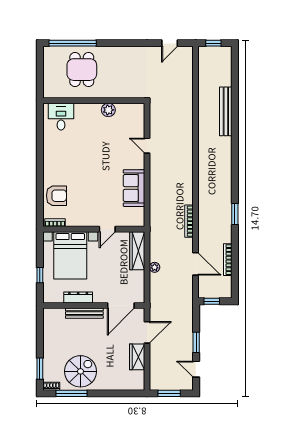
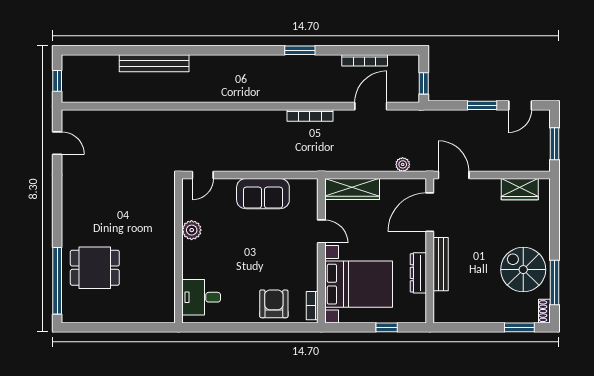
wall: (94, 101) -> (178, 251), moved
plant: (108, 110) -> (192, 230), moved
desk: (61, 117) -> (201, 297), moved
plant: (155, 267) -> (403, 164), moved
door: (121, 306) -> (430, 212), swing flipped
door: (147, 332) -> (454, 175), moved
wardrobe: (137, 357) -> (520, 189), moved

